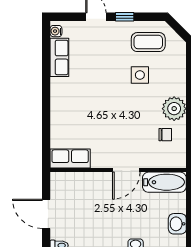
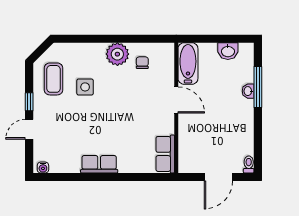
row of seats: (59, 57) -> (99, 164), moved

